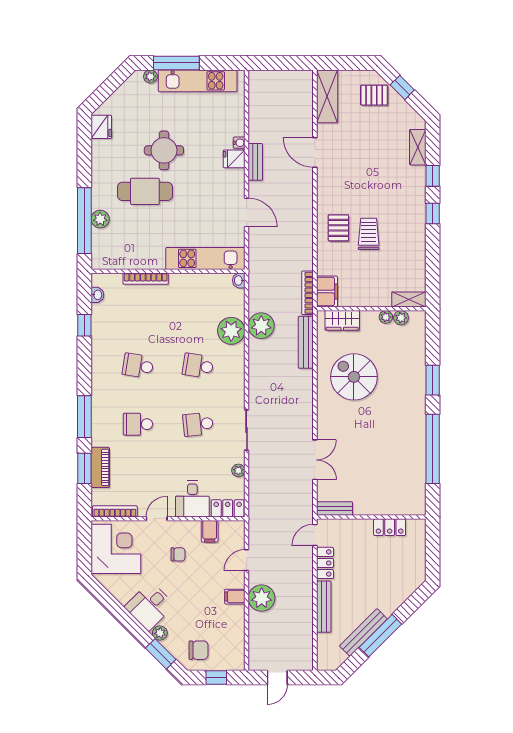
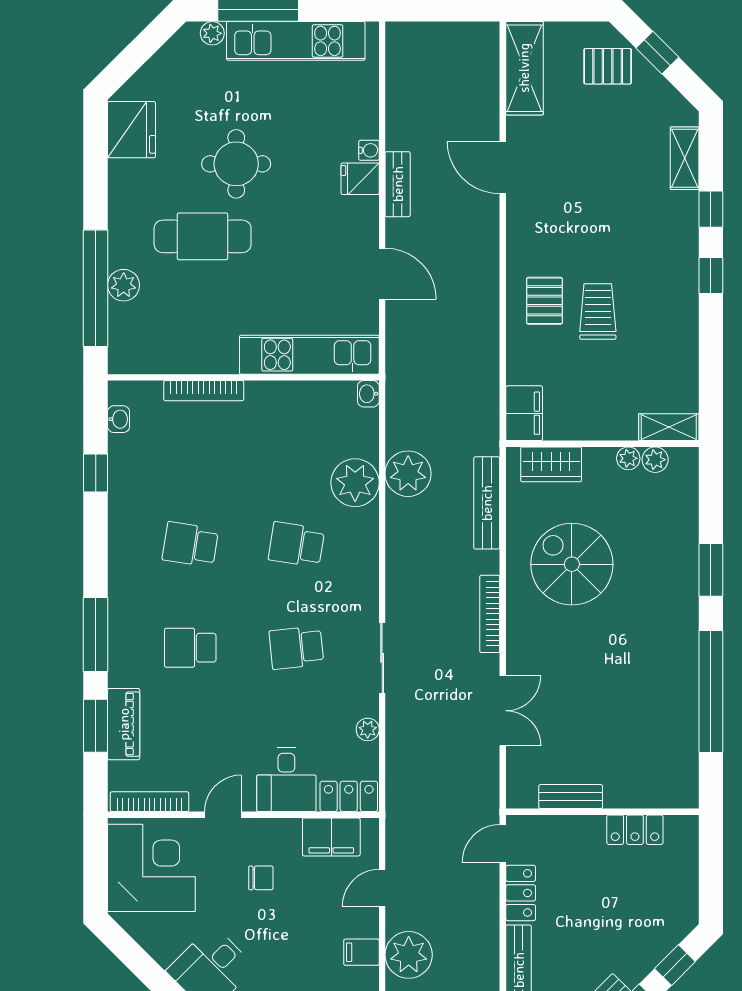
fridge: (101, 127) -> (131, 130), width x1.36, depth x1.34
bookcase: (307, 293) -> (490, 614), moved
bench: (334, 508) -> (571, 797), moved
filing cabinet: (210, 531) -> (331, 837), width x2.00
window: (412, 604) -> (675, 965), added

